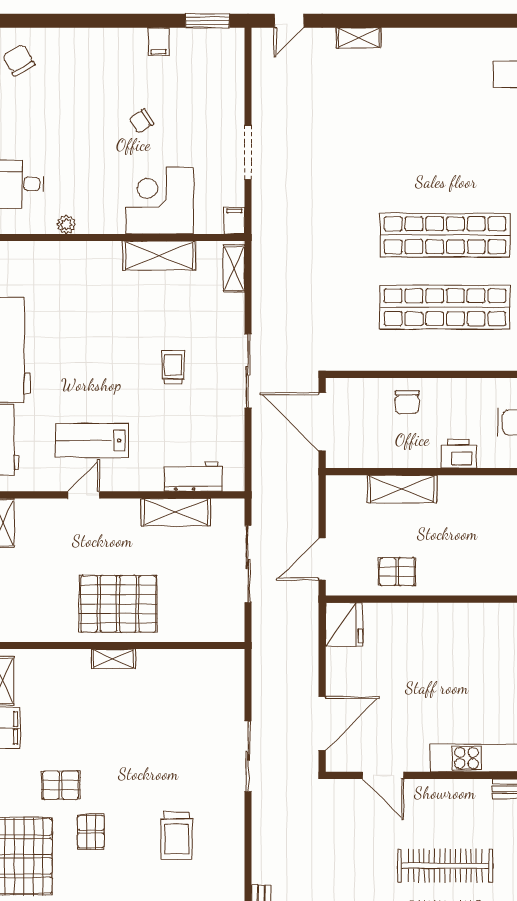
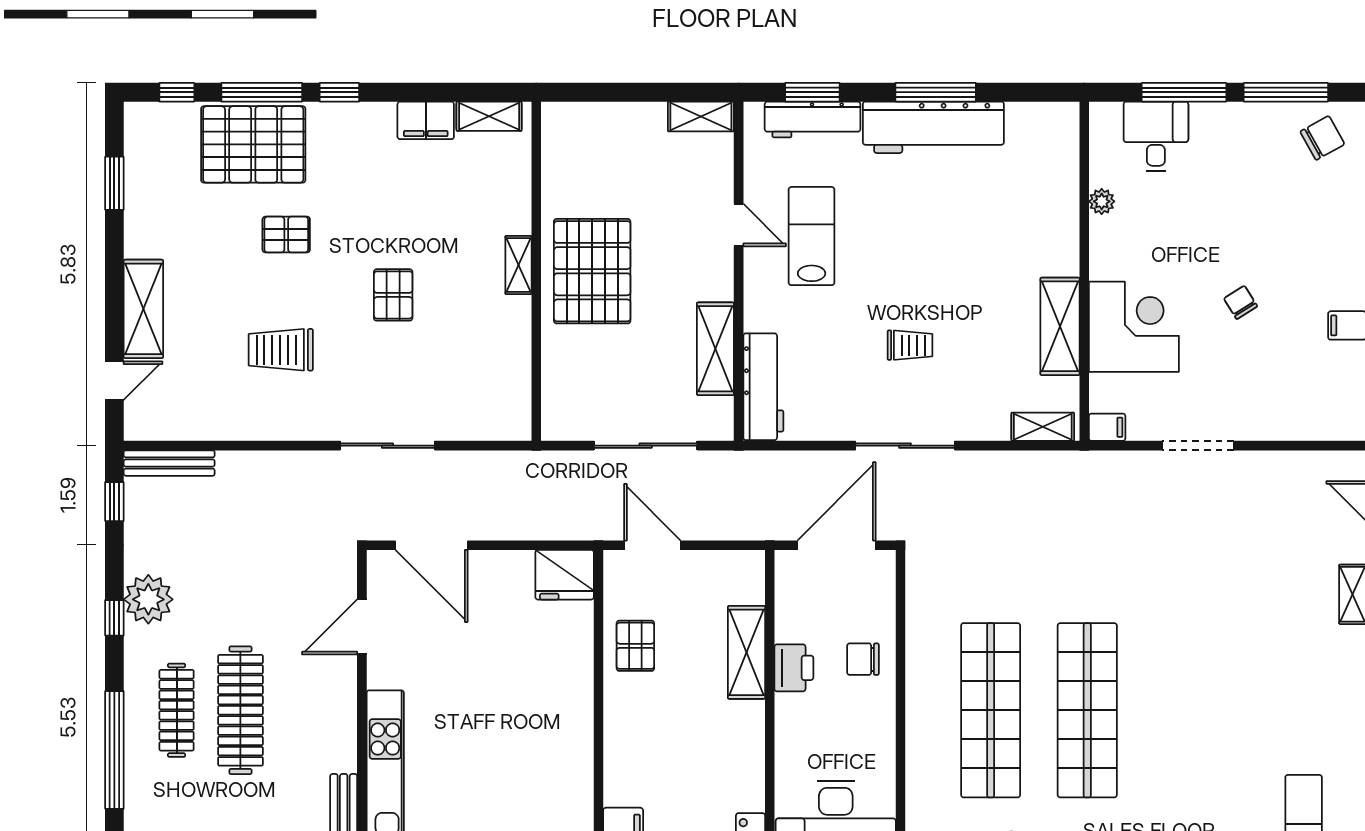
printer: (459, 454) -> (794, 668), moved
workbench: (193, 476) -> (763, 387), width x1.38
pallet: (61, 785) -> (393, 295), moved

